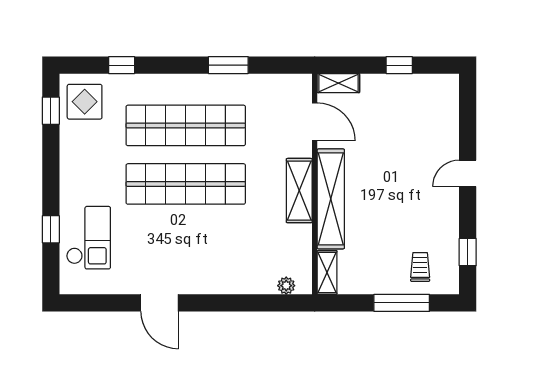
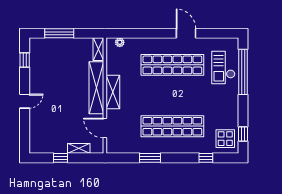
shelving: (338, 83) -> (79, 148), moved
shop shelf: (186, 184) -> (172, 65), moved
window: (51, 229) -> (243, 72), width x3.17
trolley: (420, 267) -> (50, 52), removed

